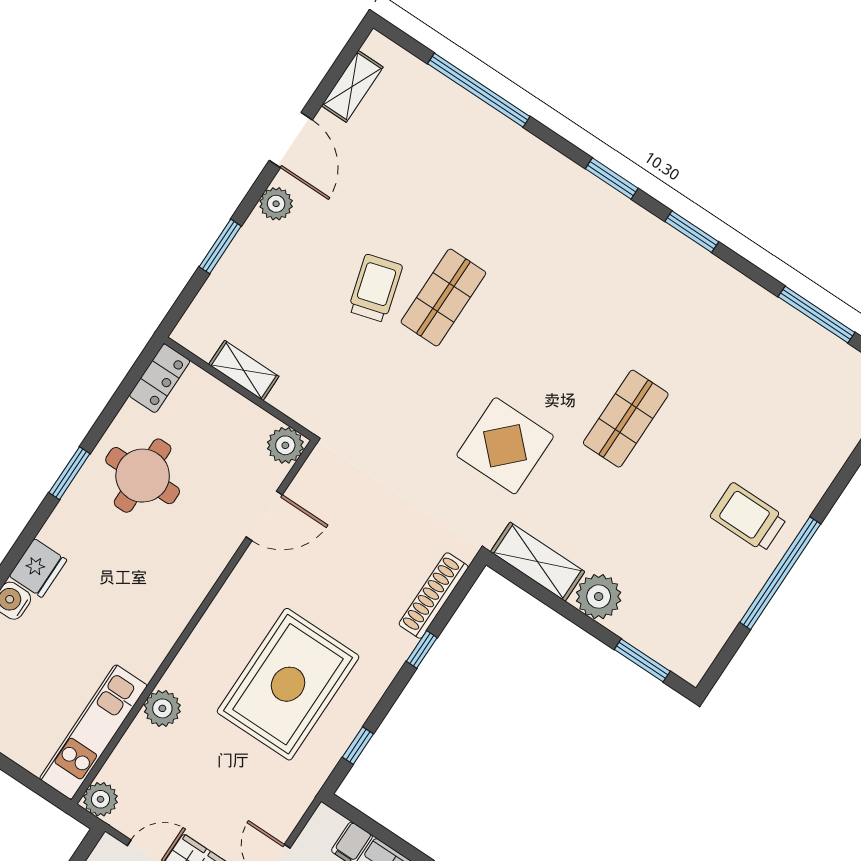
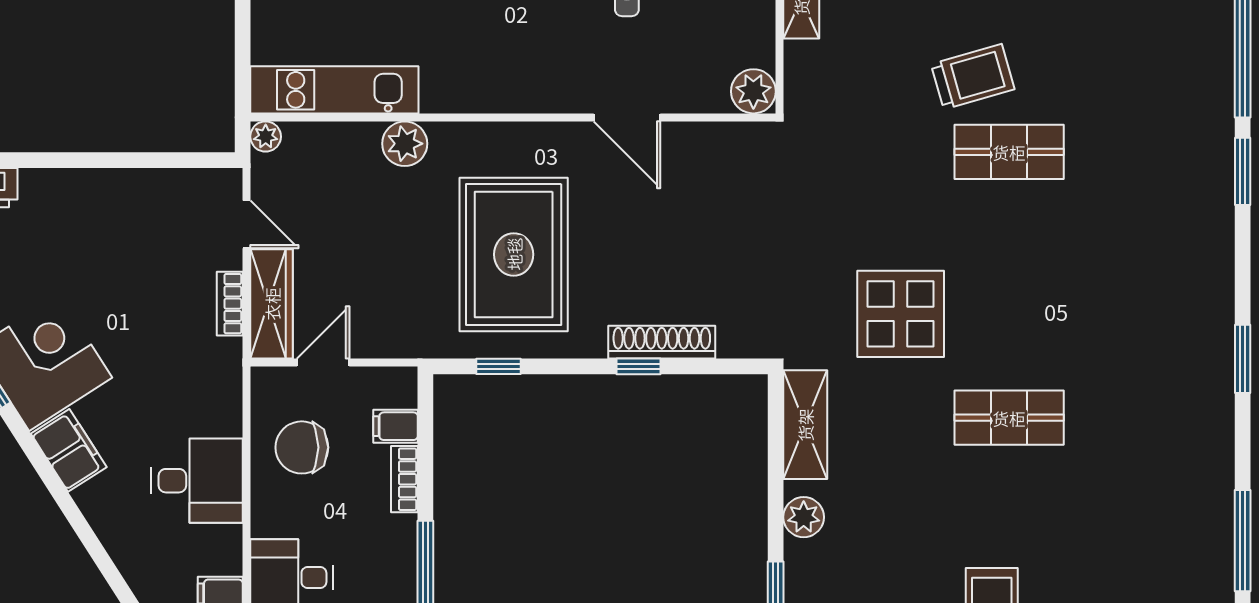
window: (612, 179) -> (1243, 171), moved
door: (264, 516) -> (627, 117), moved
shoe rack: (434, 596) -> (662, 342), moved
plant: (599, 597) -> (804, 517), width x0.73, depth x0.73
rug: (288, 684) -> (514, 254), turned 90
plant: (101, 799) -> (266, 137), width x0.73, depth x0.73

